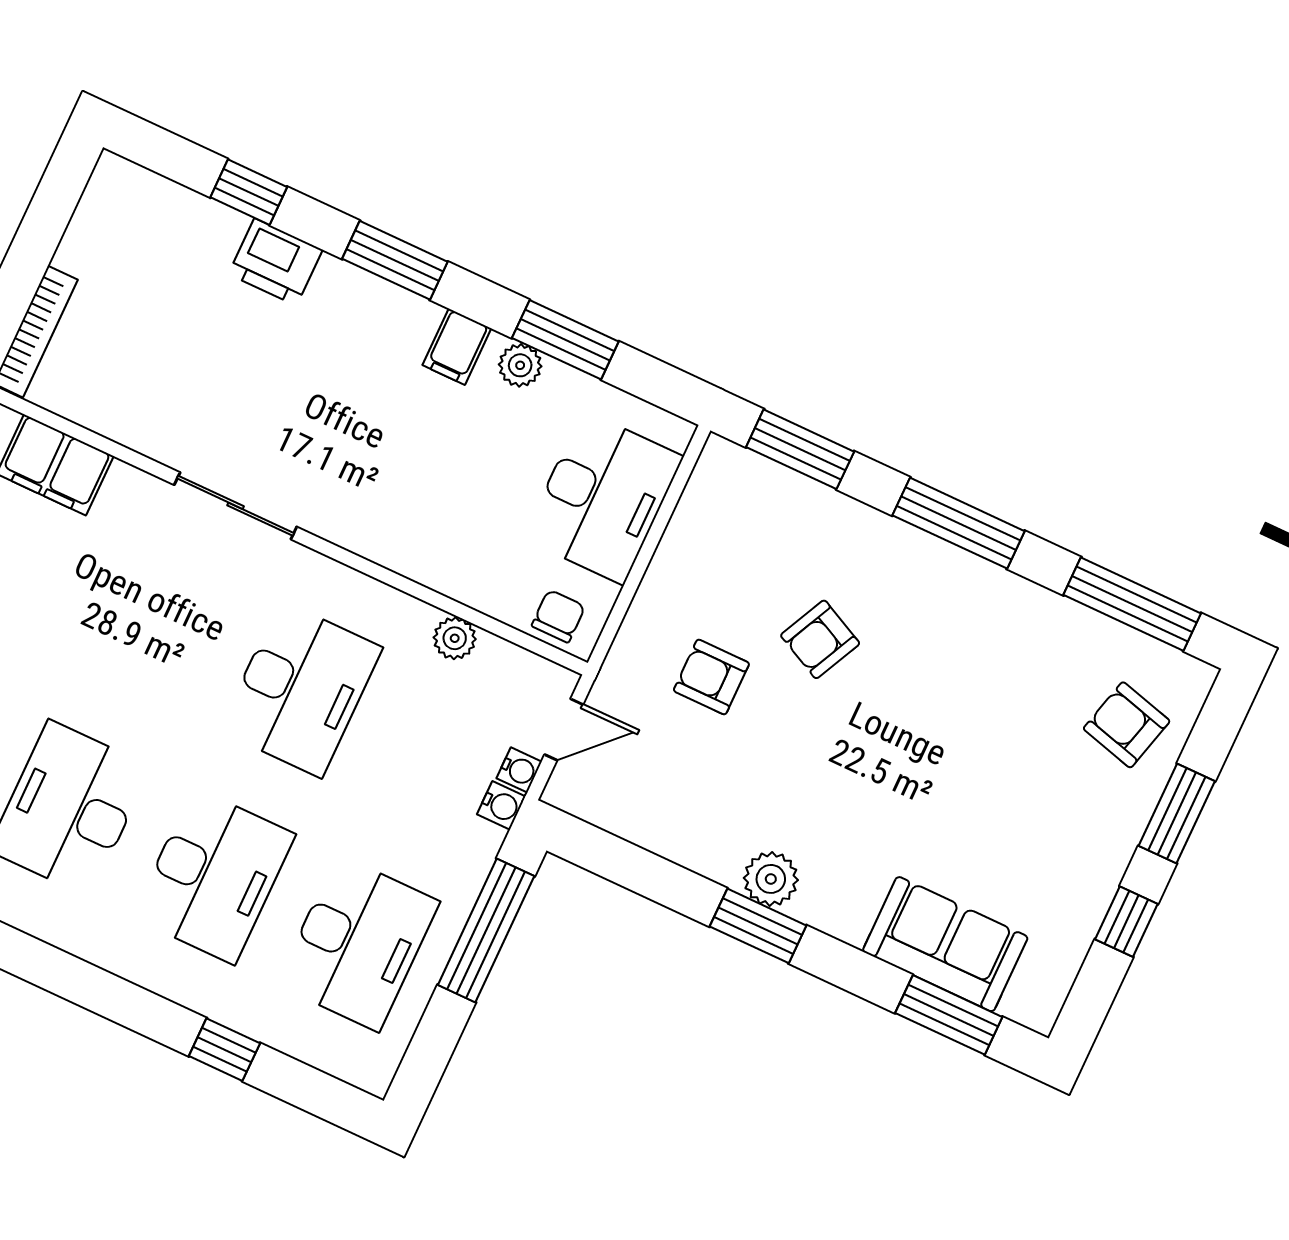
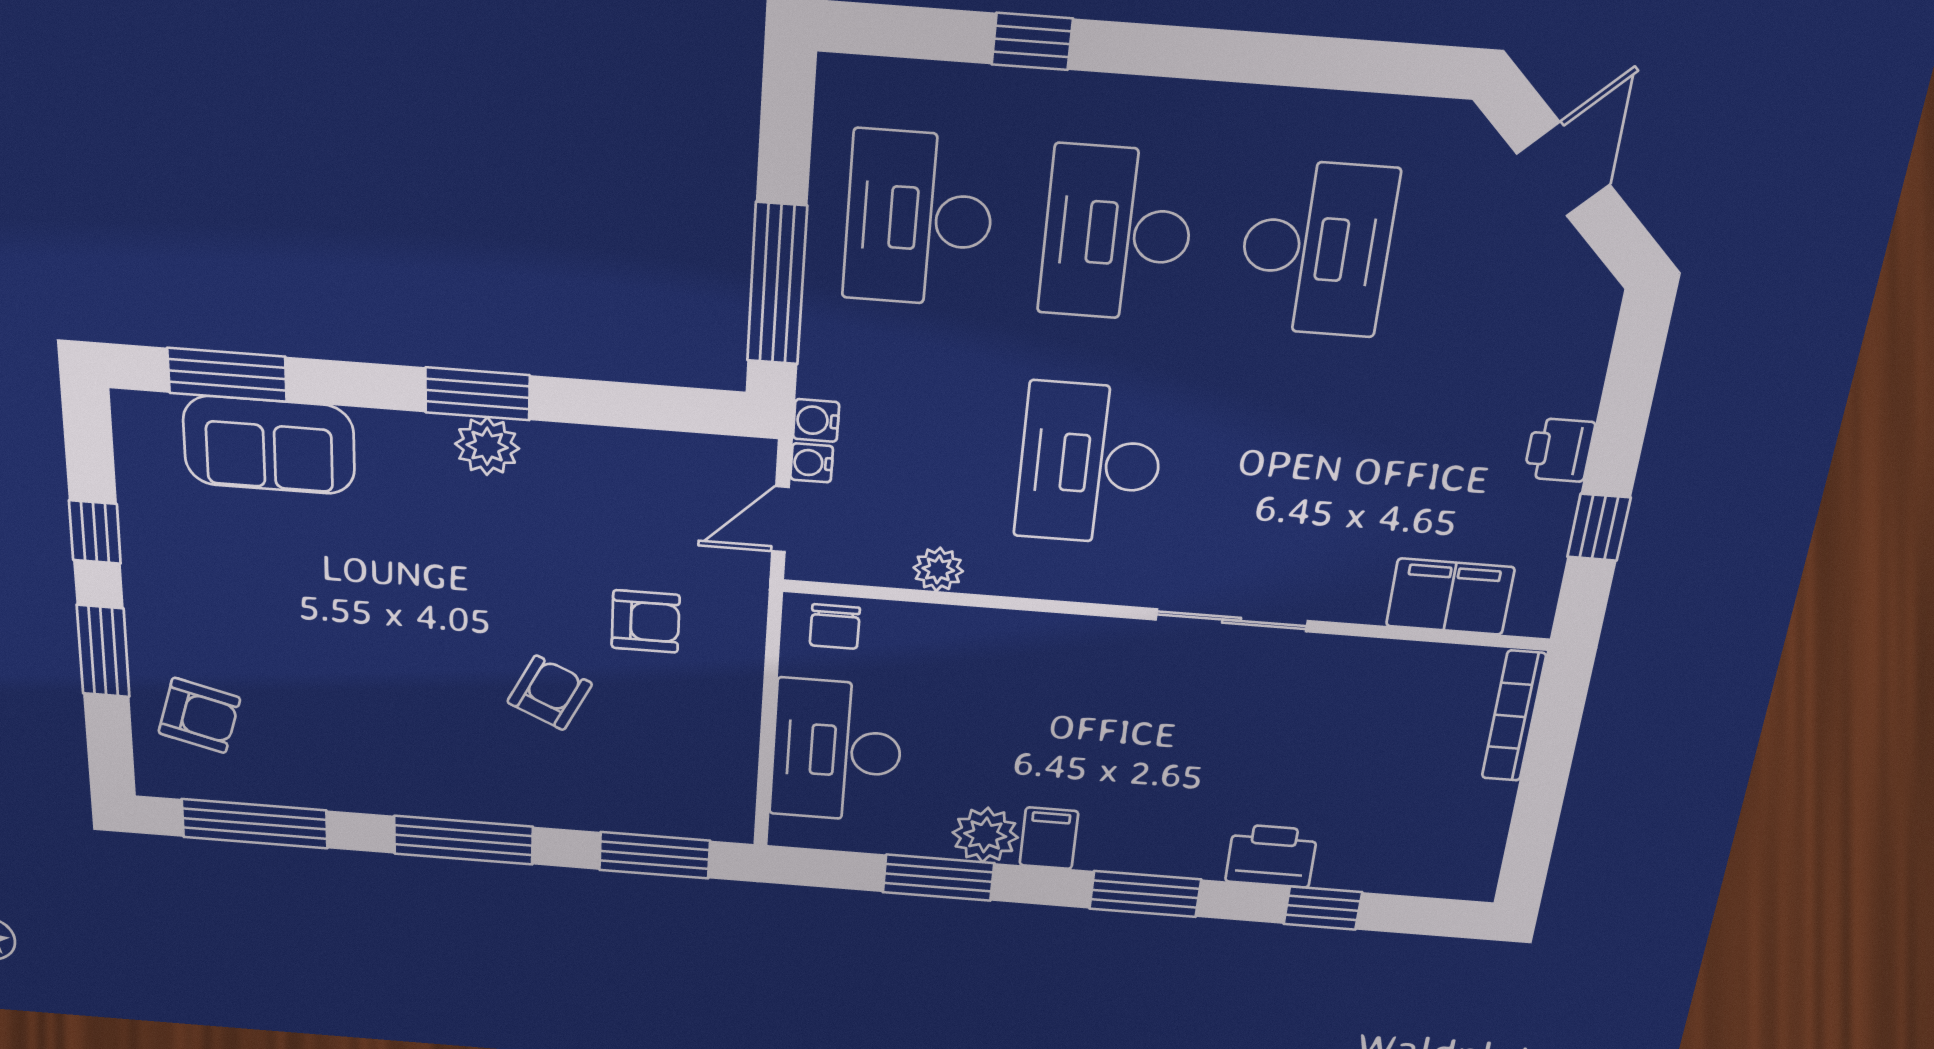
plant: (520, 365) -> (985, 835), width x1.38, depth x1.38

